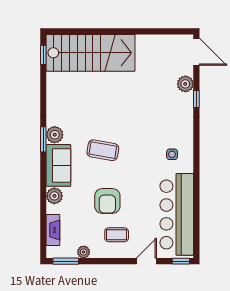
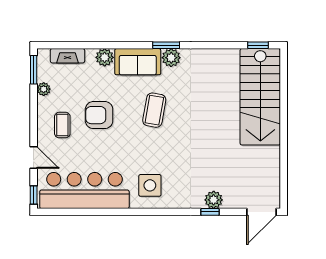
plant: (185, 84) -> (214, 200), moved
side table: (172, 154) -> (150, 185), width x1.87, depth x1.87

